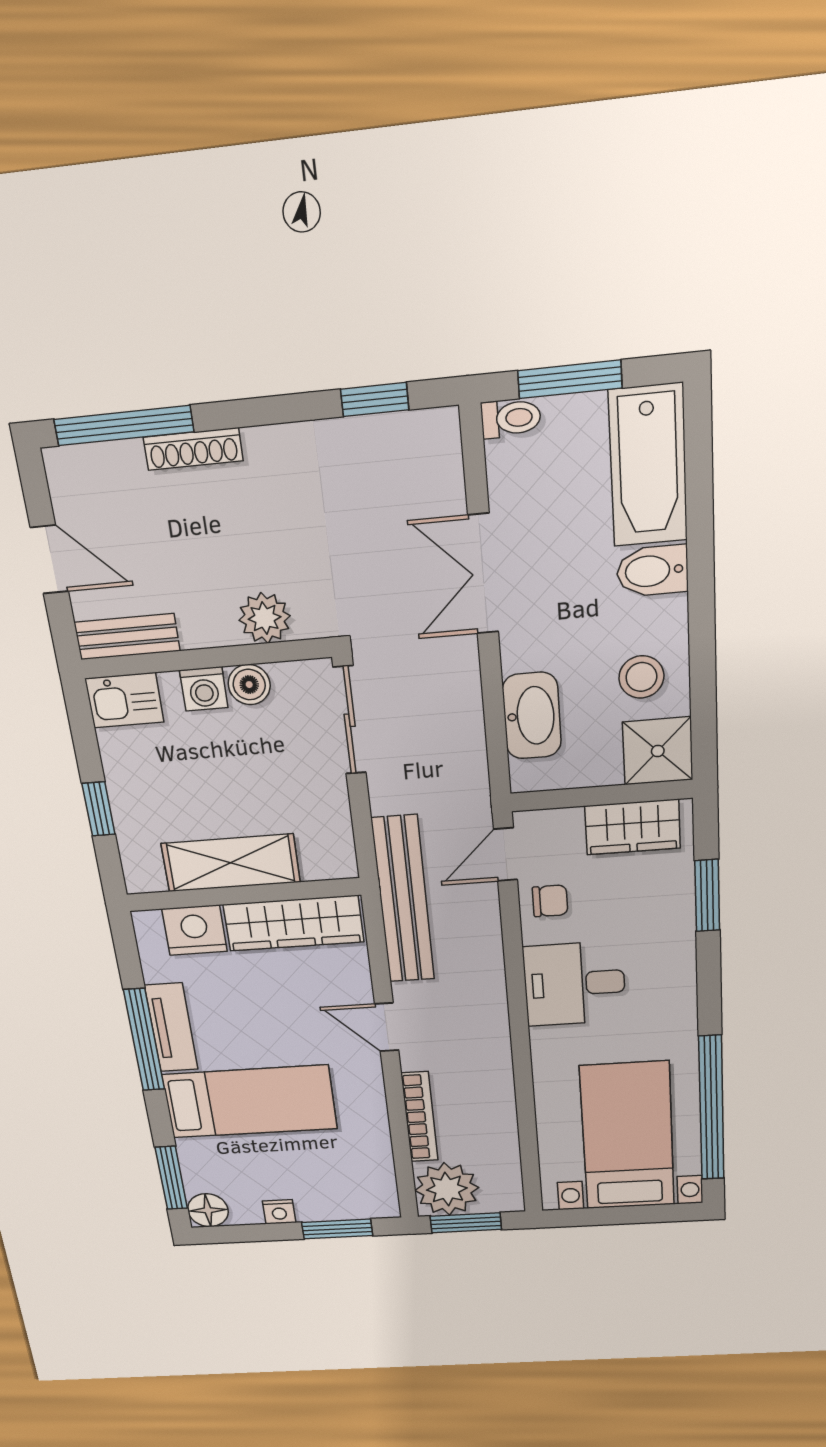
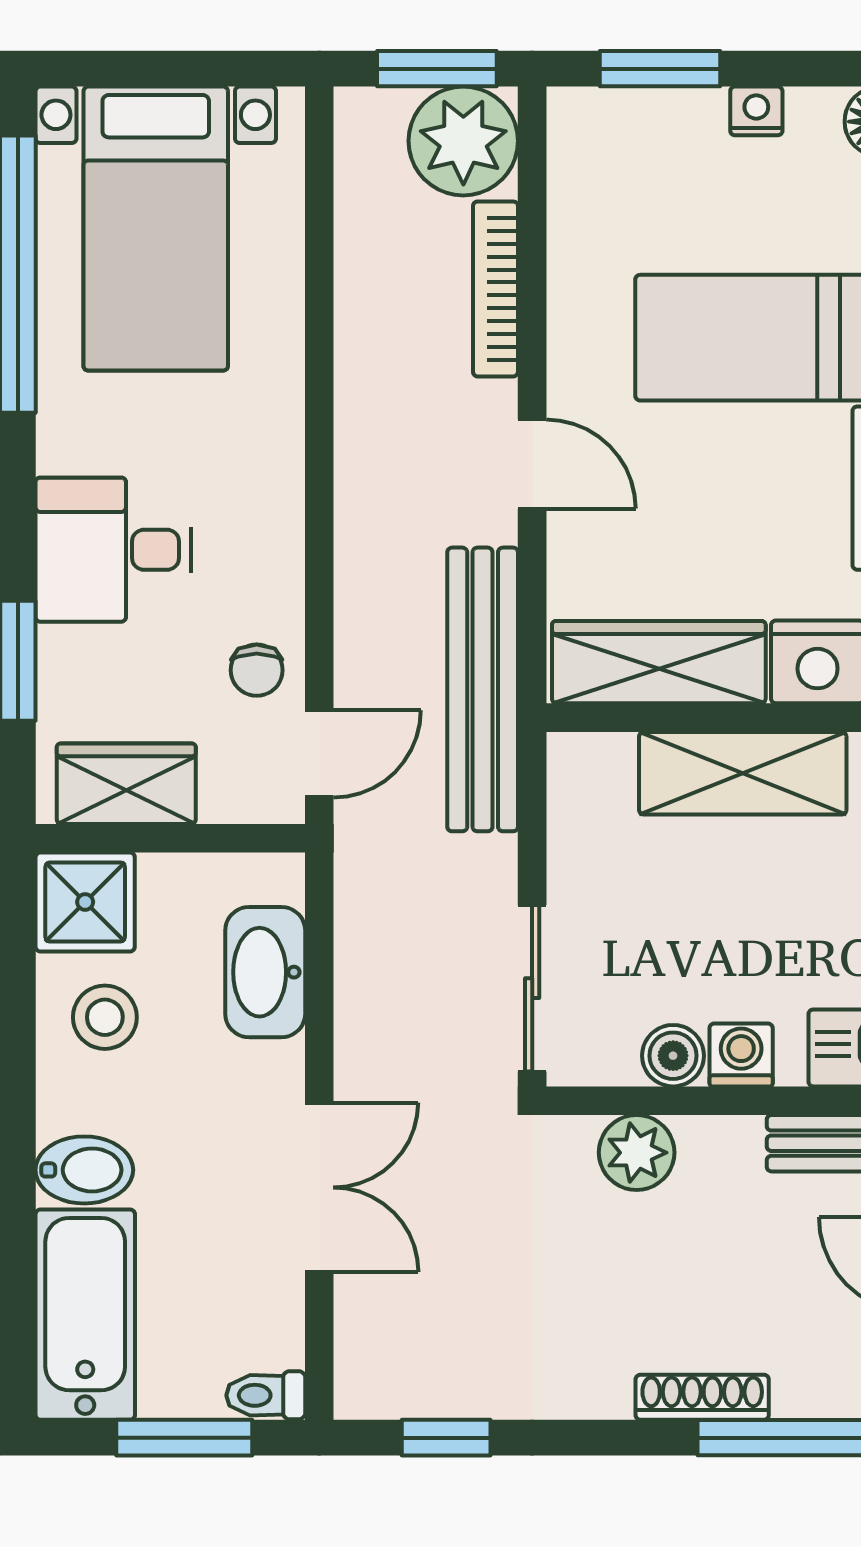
chair: (550, 901) -> (257, 670), turned -90
desk: (574, 984) -> (113, 550), moved, turned 180

